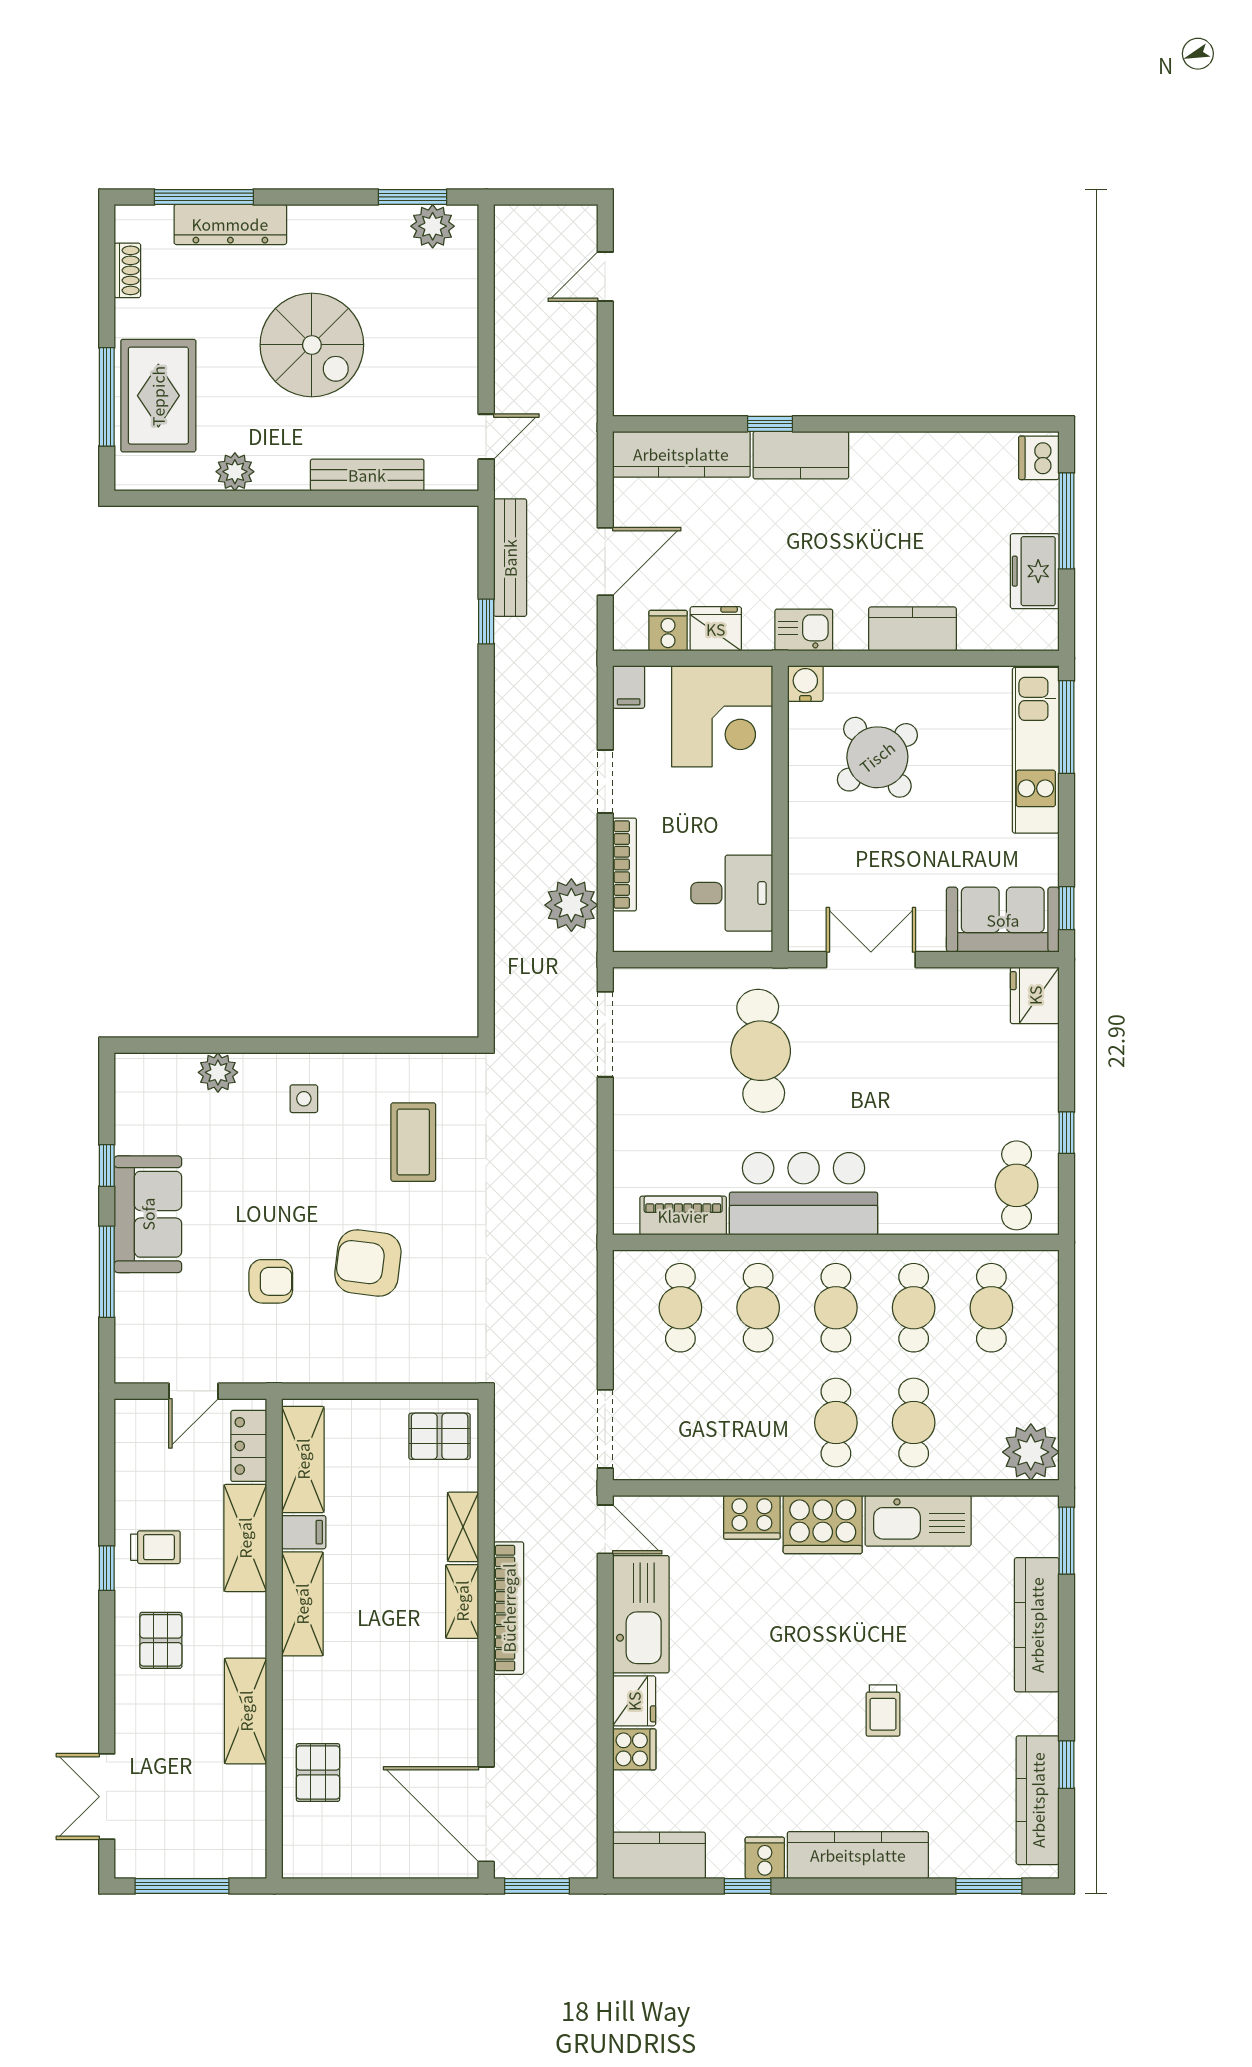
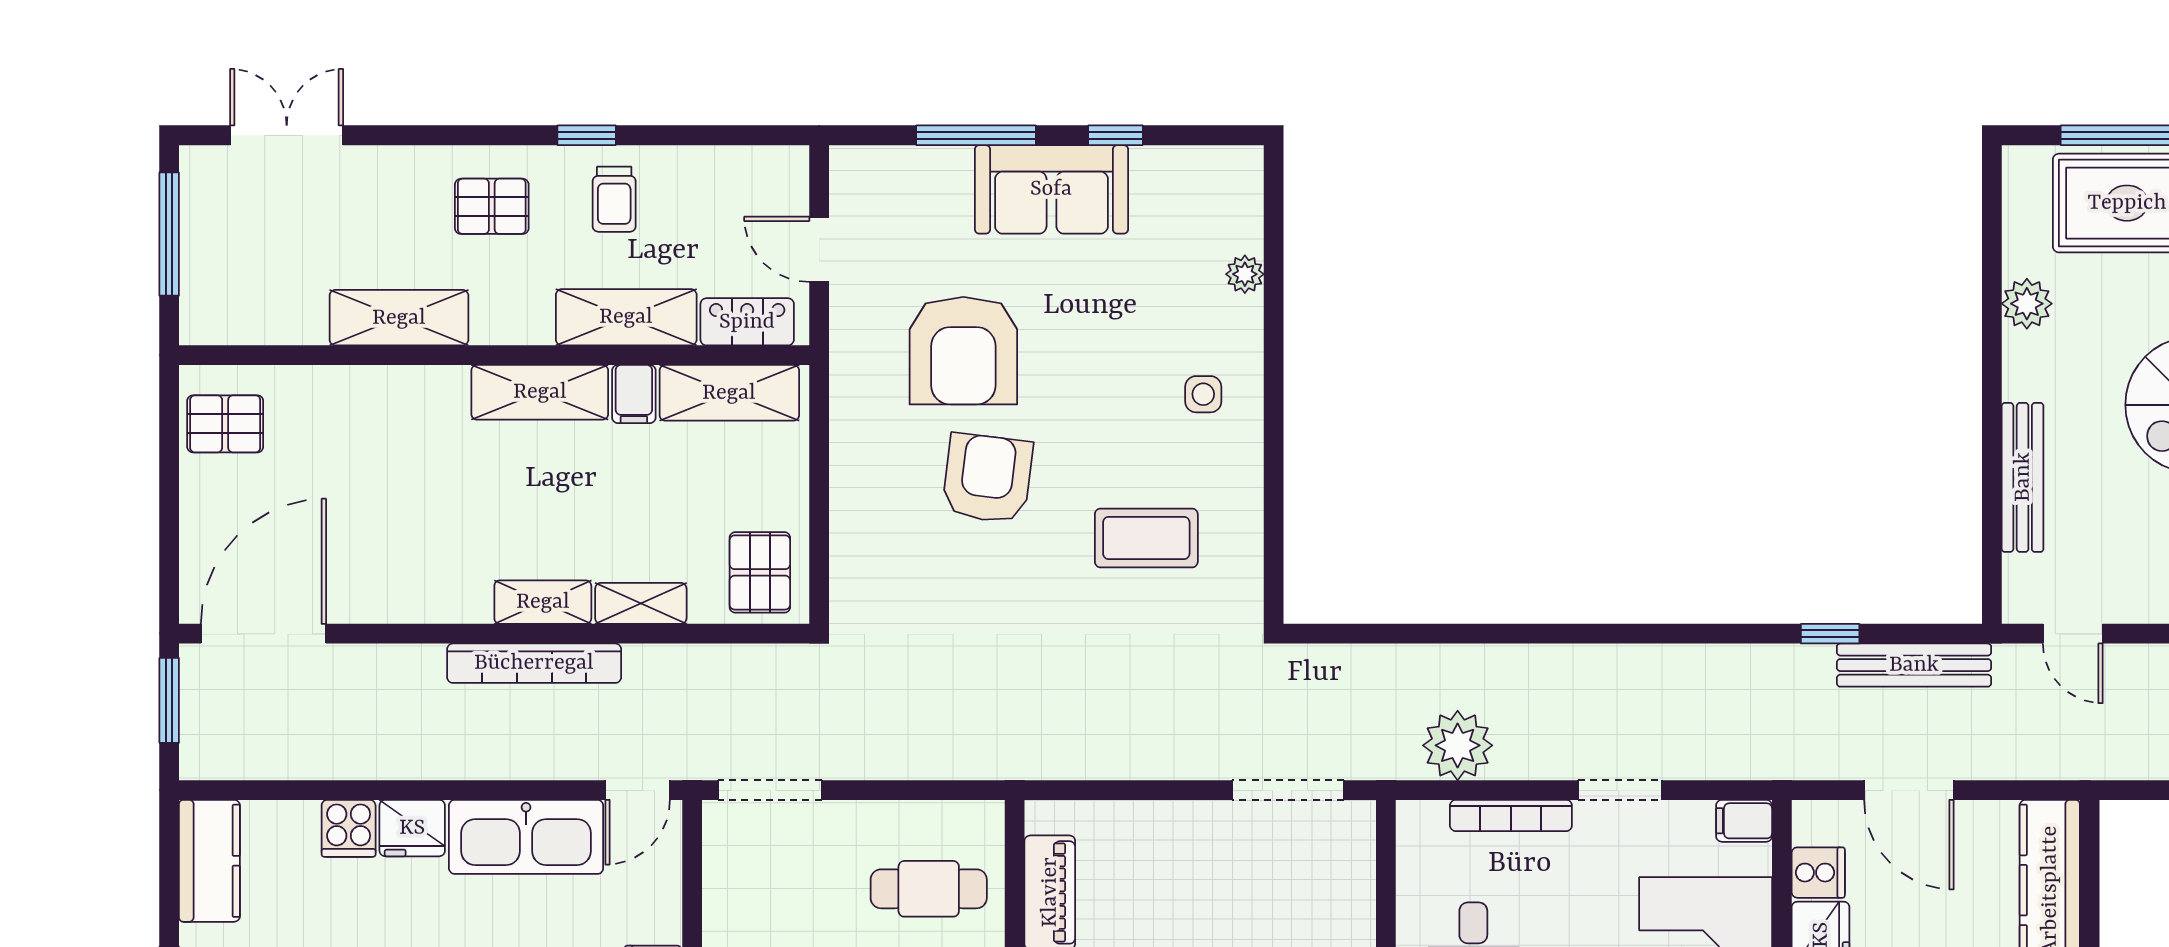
plant: (218, 1072) -> (1245, 274), width x0.73, depth x0.73
armchair: (271, 1281) -> (963, 351), width x1.88, depth x1.88
pallet: (318, 1772) -> (225, 424), moved

